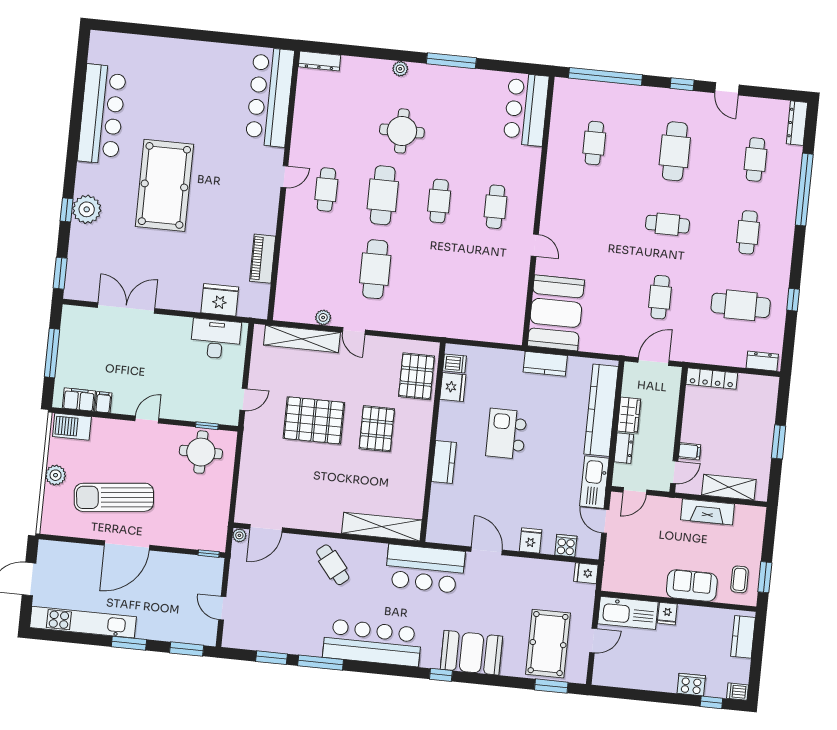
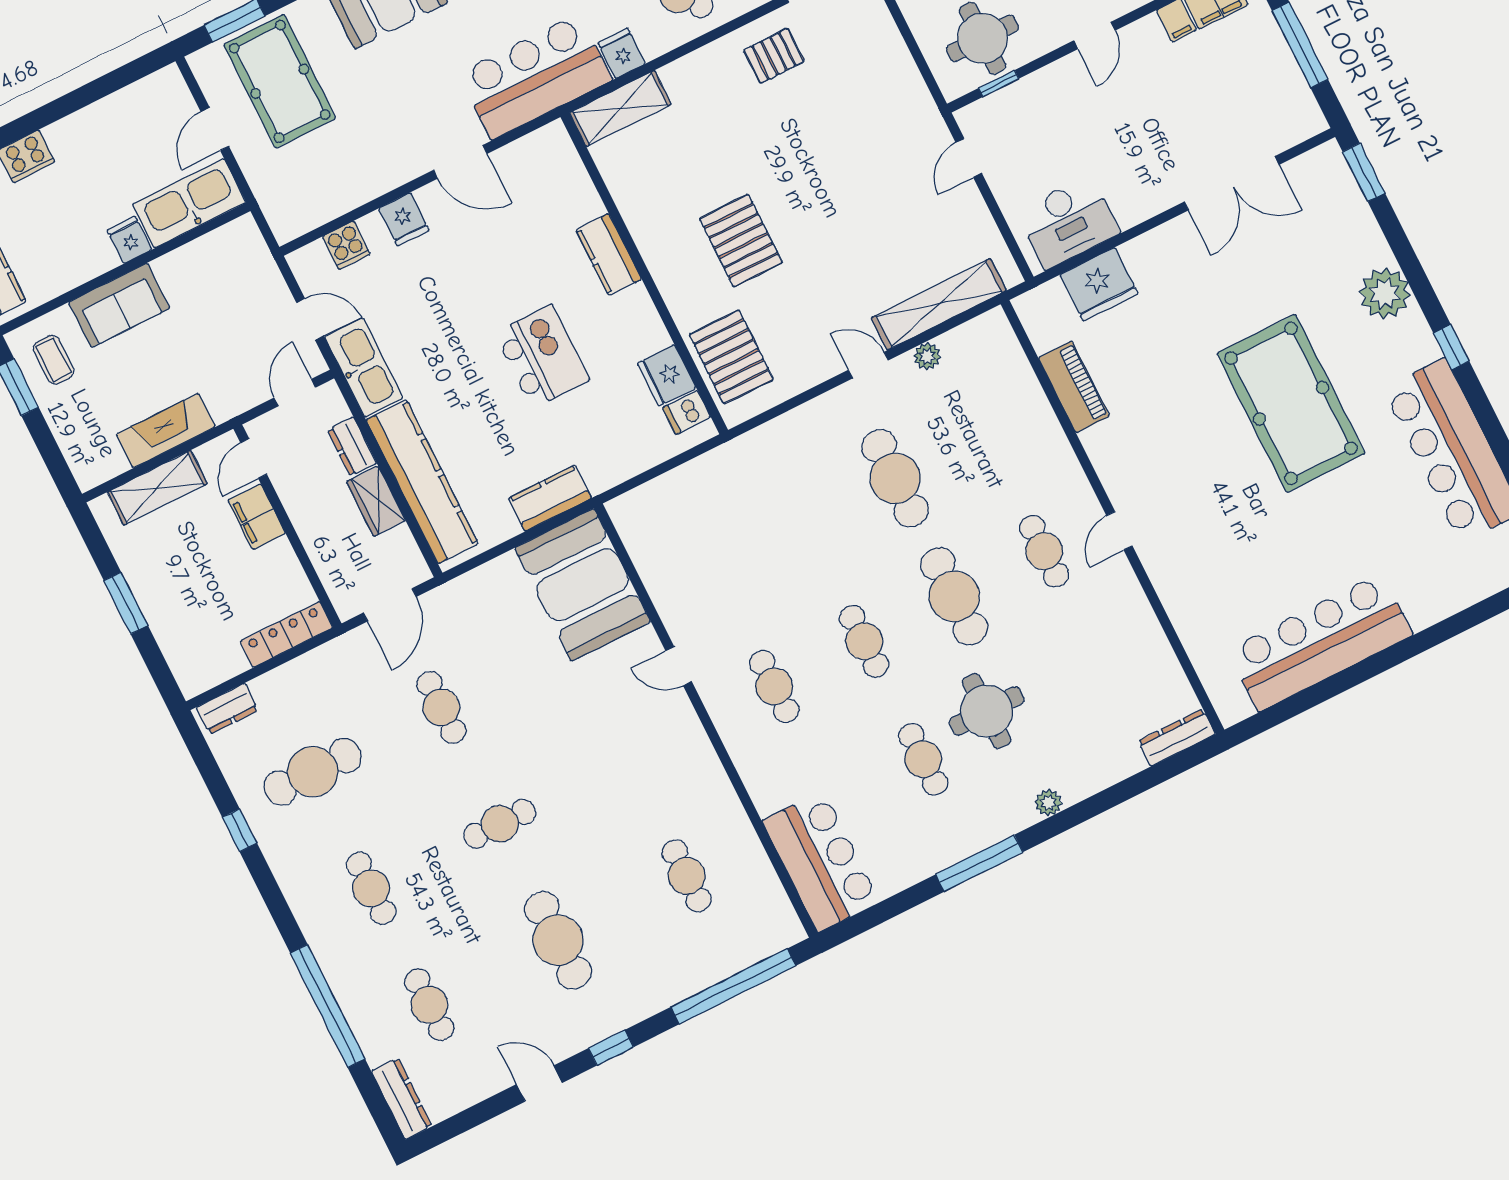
bar counter: (270, 97) -> (1320, 642), moved, turned -90
cafe table: (447, 127) -> (923, 759), added
window: (67, 210) -> (1451, 347), moved
pallet: (314, 420) -> (774, 56), moved, width x0.49, depth x0.50
filing cabinet: (690, 451) -> (257, 517), width x2.00
shelving: (382, 527) -> (620, 108), width x0.68
fridge: (586, 573) -> (622, 53), moved, turned -90

